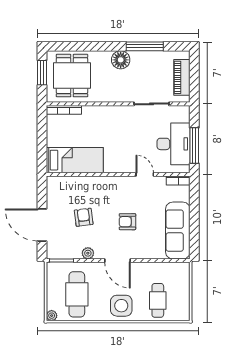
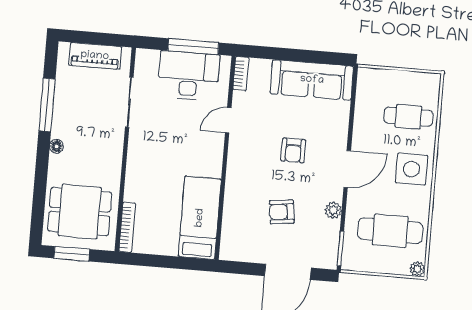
floor lamp: (121, 60) -> (57, 146), width x0.53, depth x0.53

